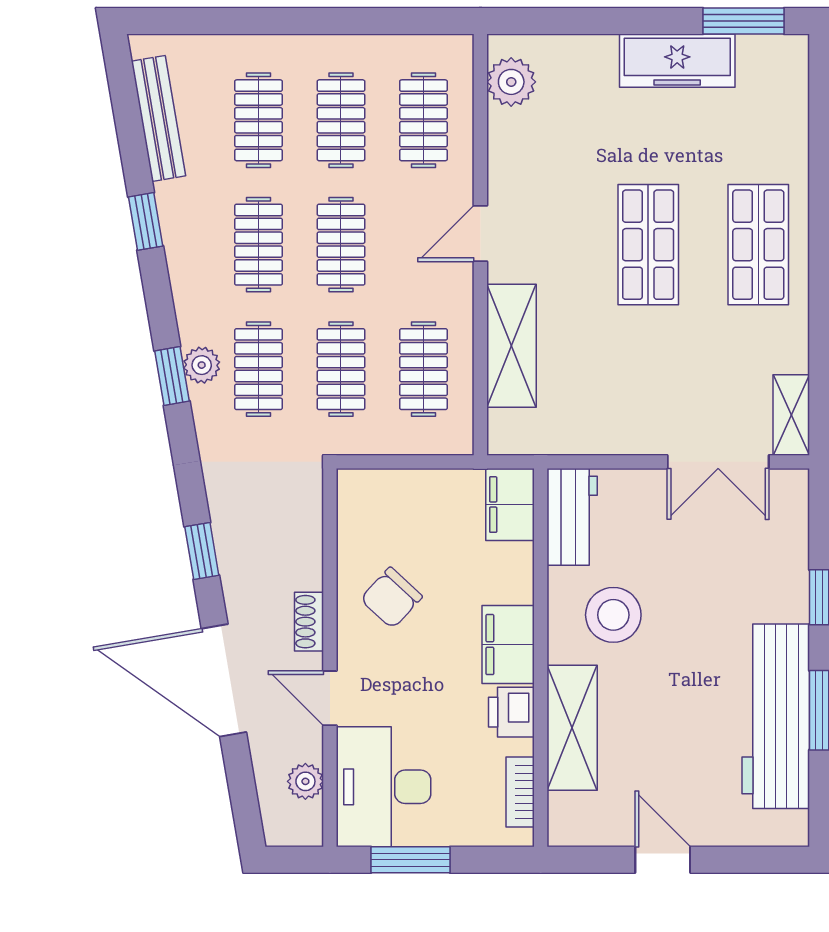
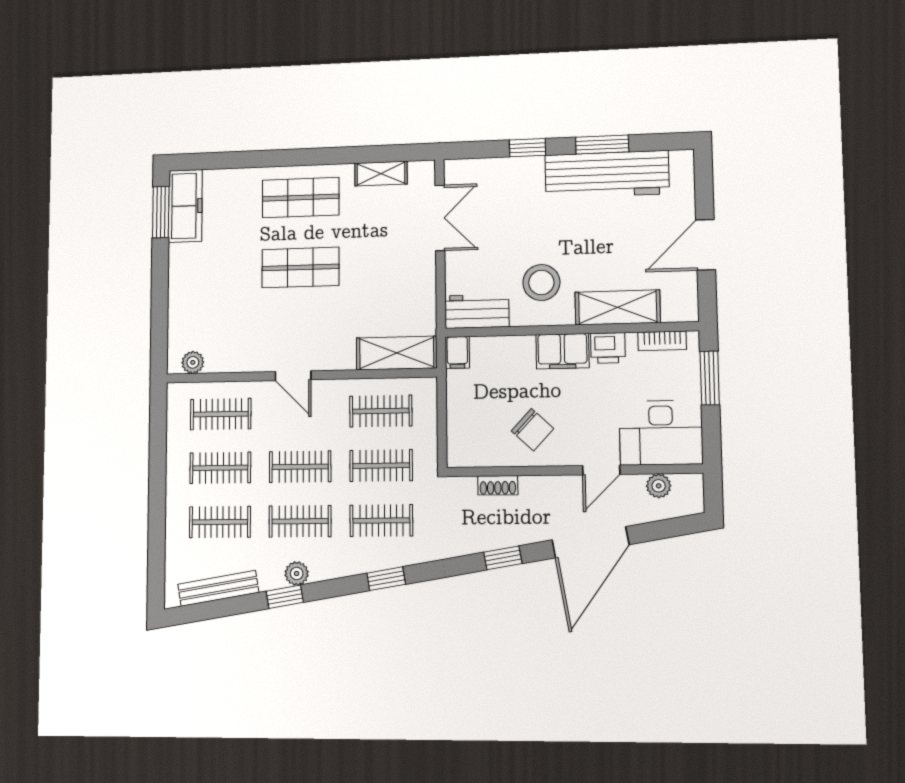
freezer: (677, 61) -> (185, 206), moved
plant: (511, 82) -> (193, 362), width x0.73, depth x0.73
shelving: (512, 346) -> (397, 353), moved
plant: (202, 365) -> (297, 573), moved
shelving: (791, 415) -> (381, 173), moved
filing cabinet: (510, 505) -> (457, 352), width x0.50
shoe rack: (309, 622) -> (498, 485), moved
window: (411, 860) -> (710, 378), moved
door: (663, 860) -> (706, 245), width x1.38

